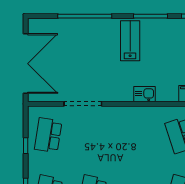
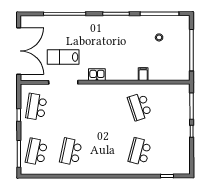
lab bench: (130, 41) -> (63, 57), moved, turned -90
kitchen sink: (144, 94) -> (97, 75), moved

